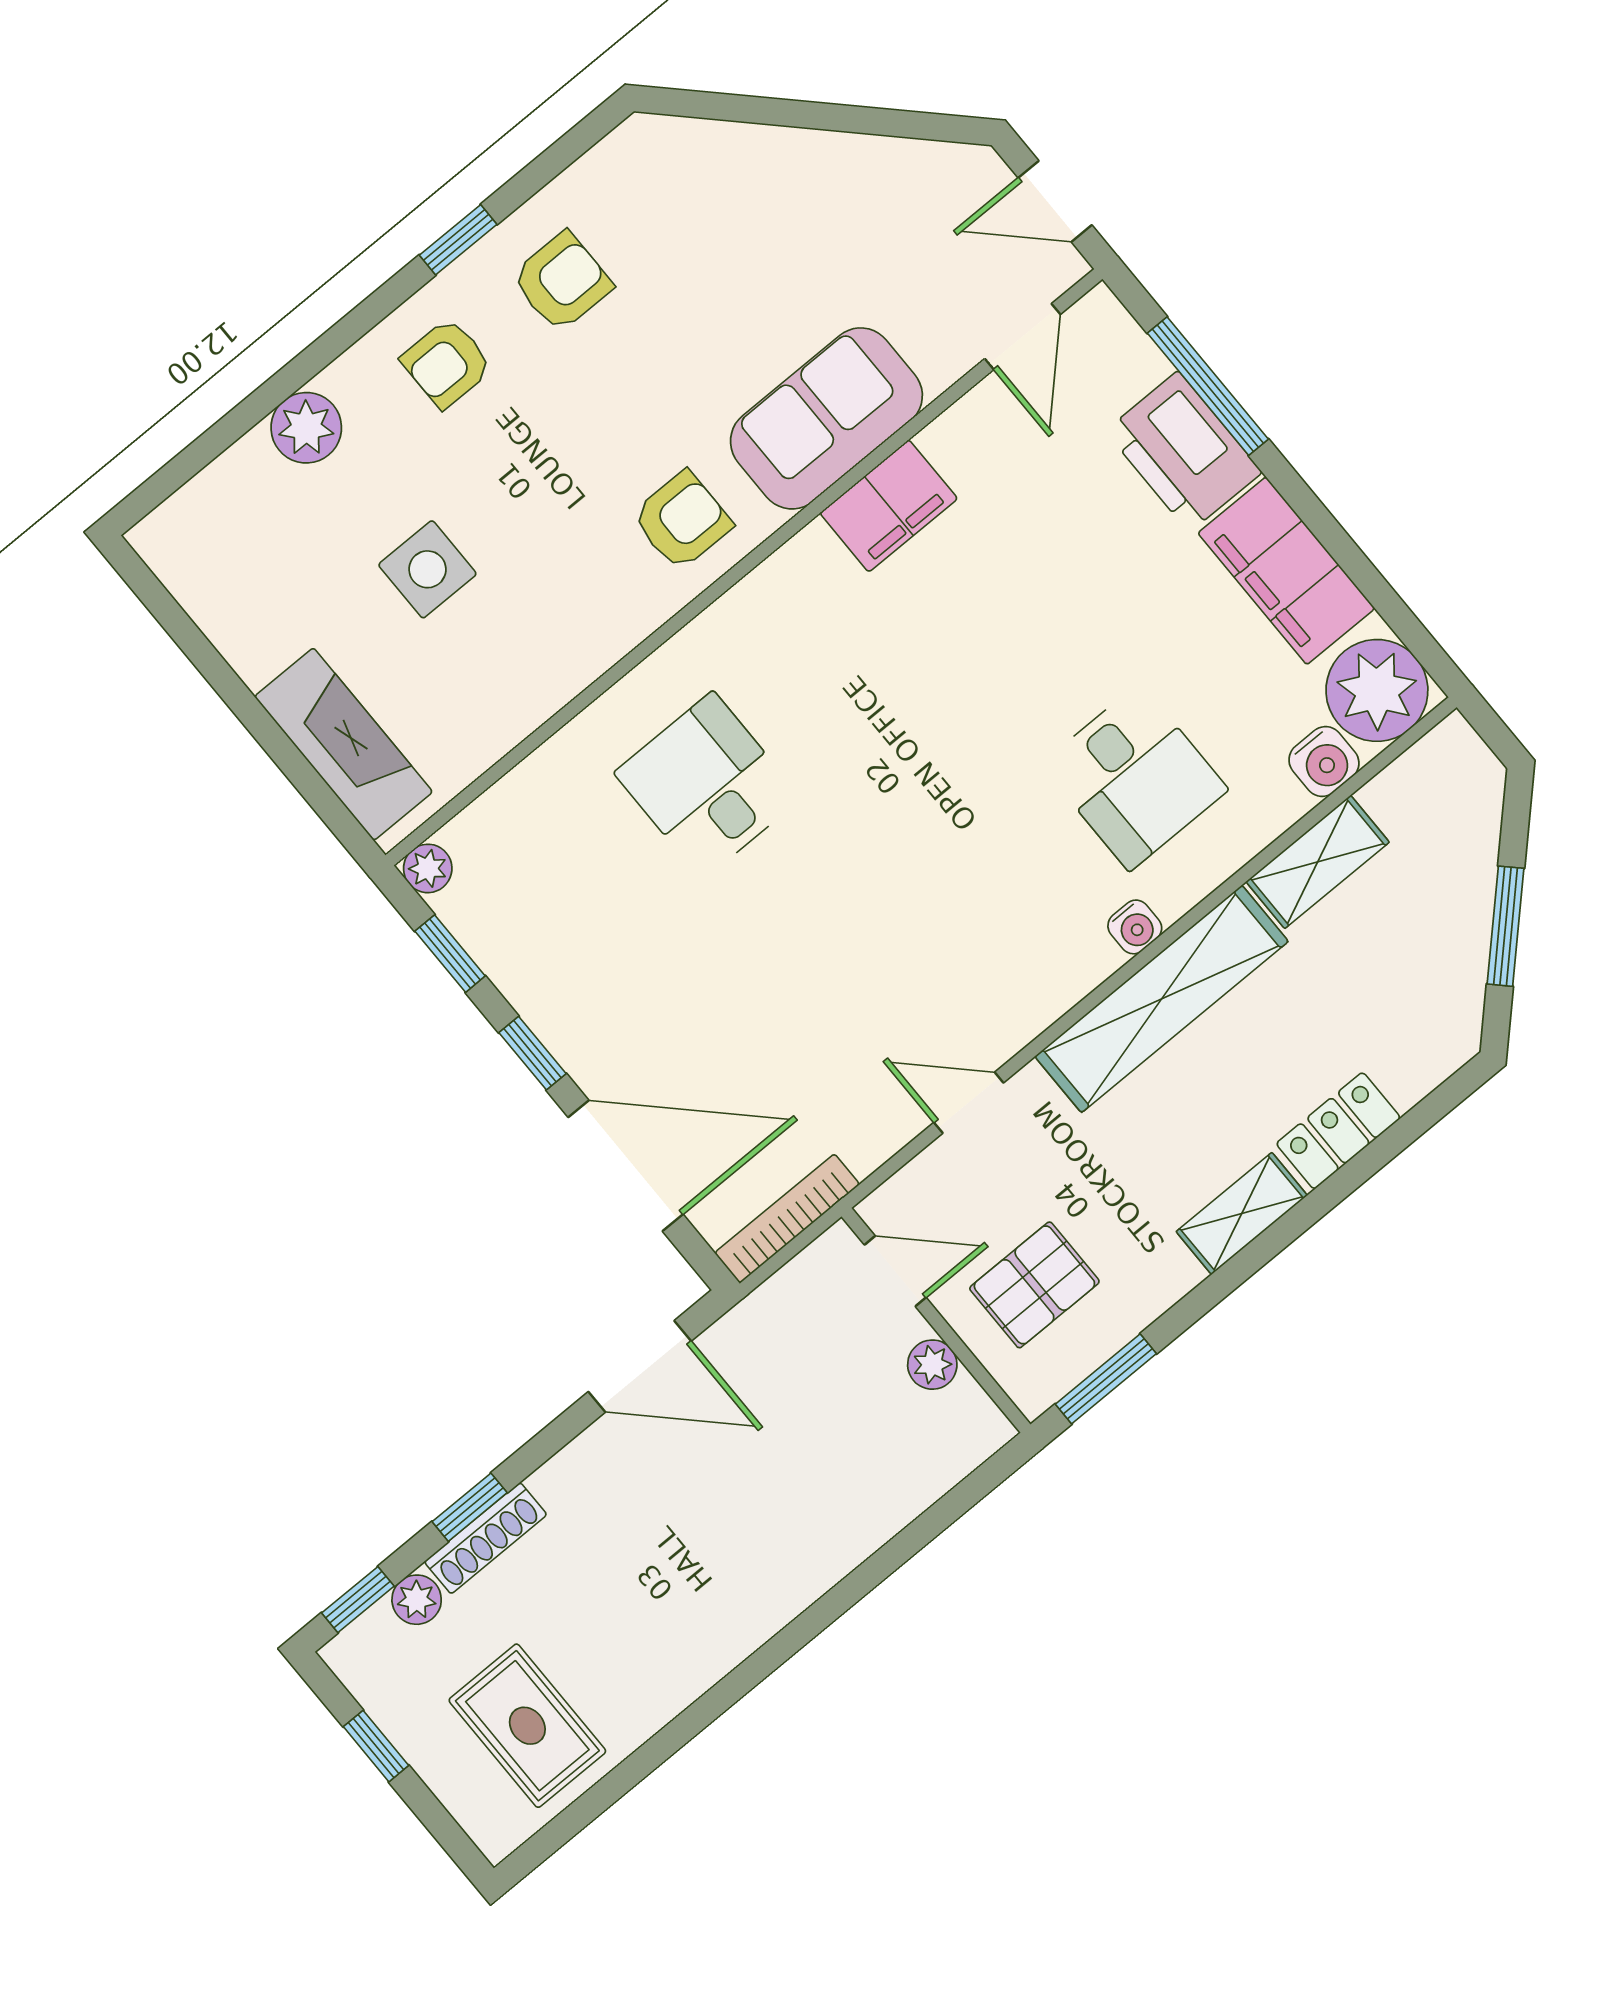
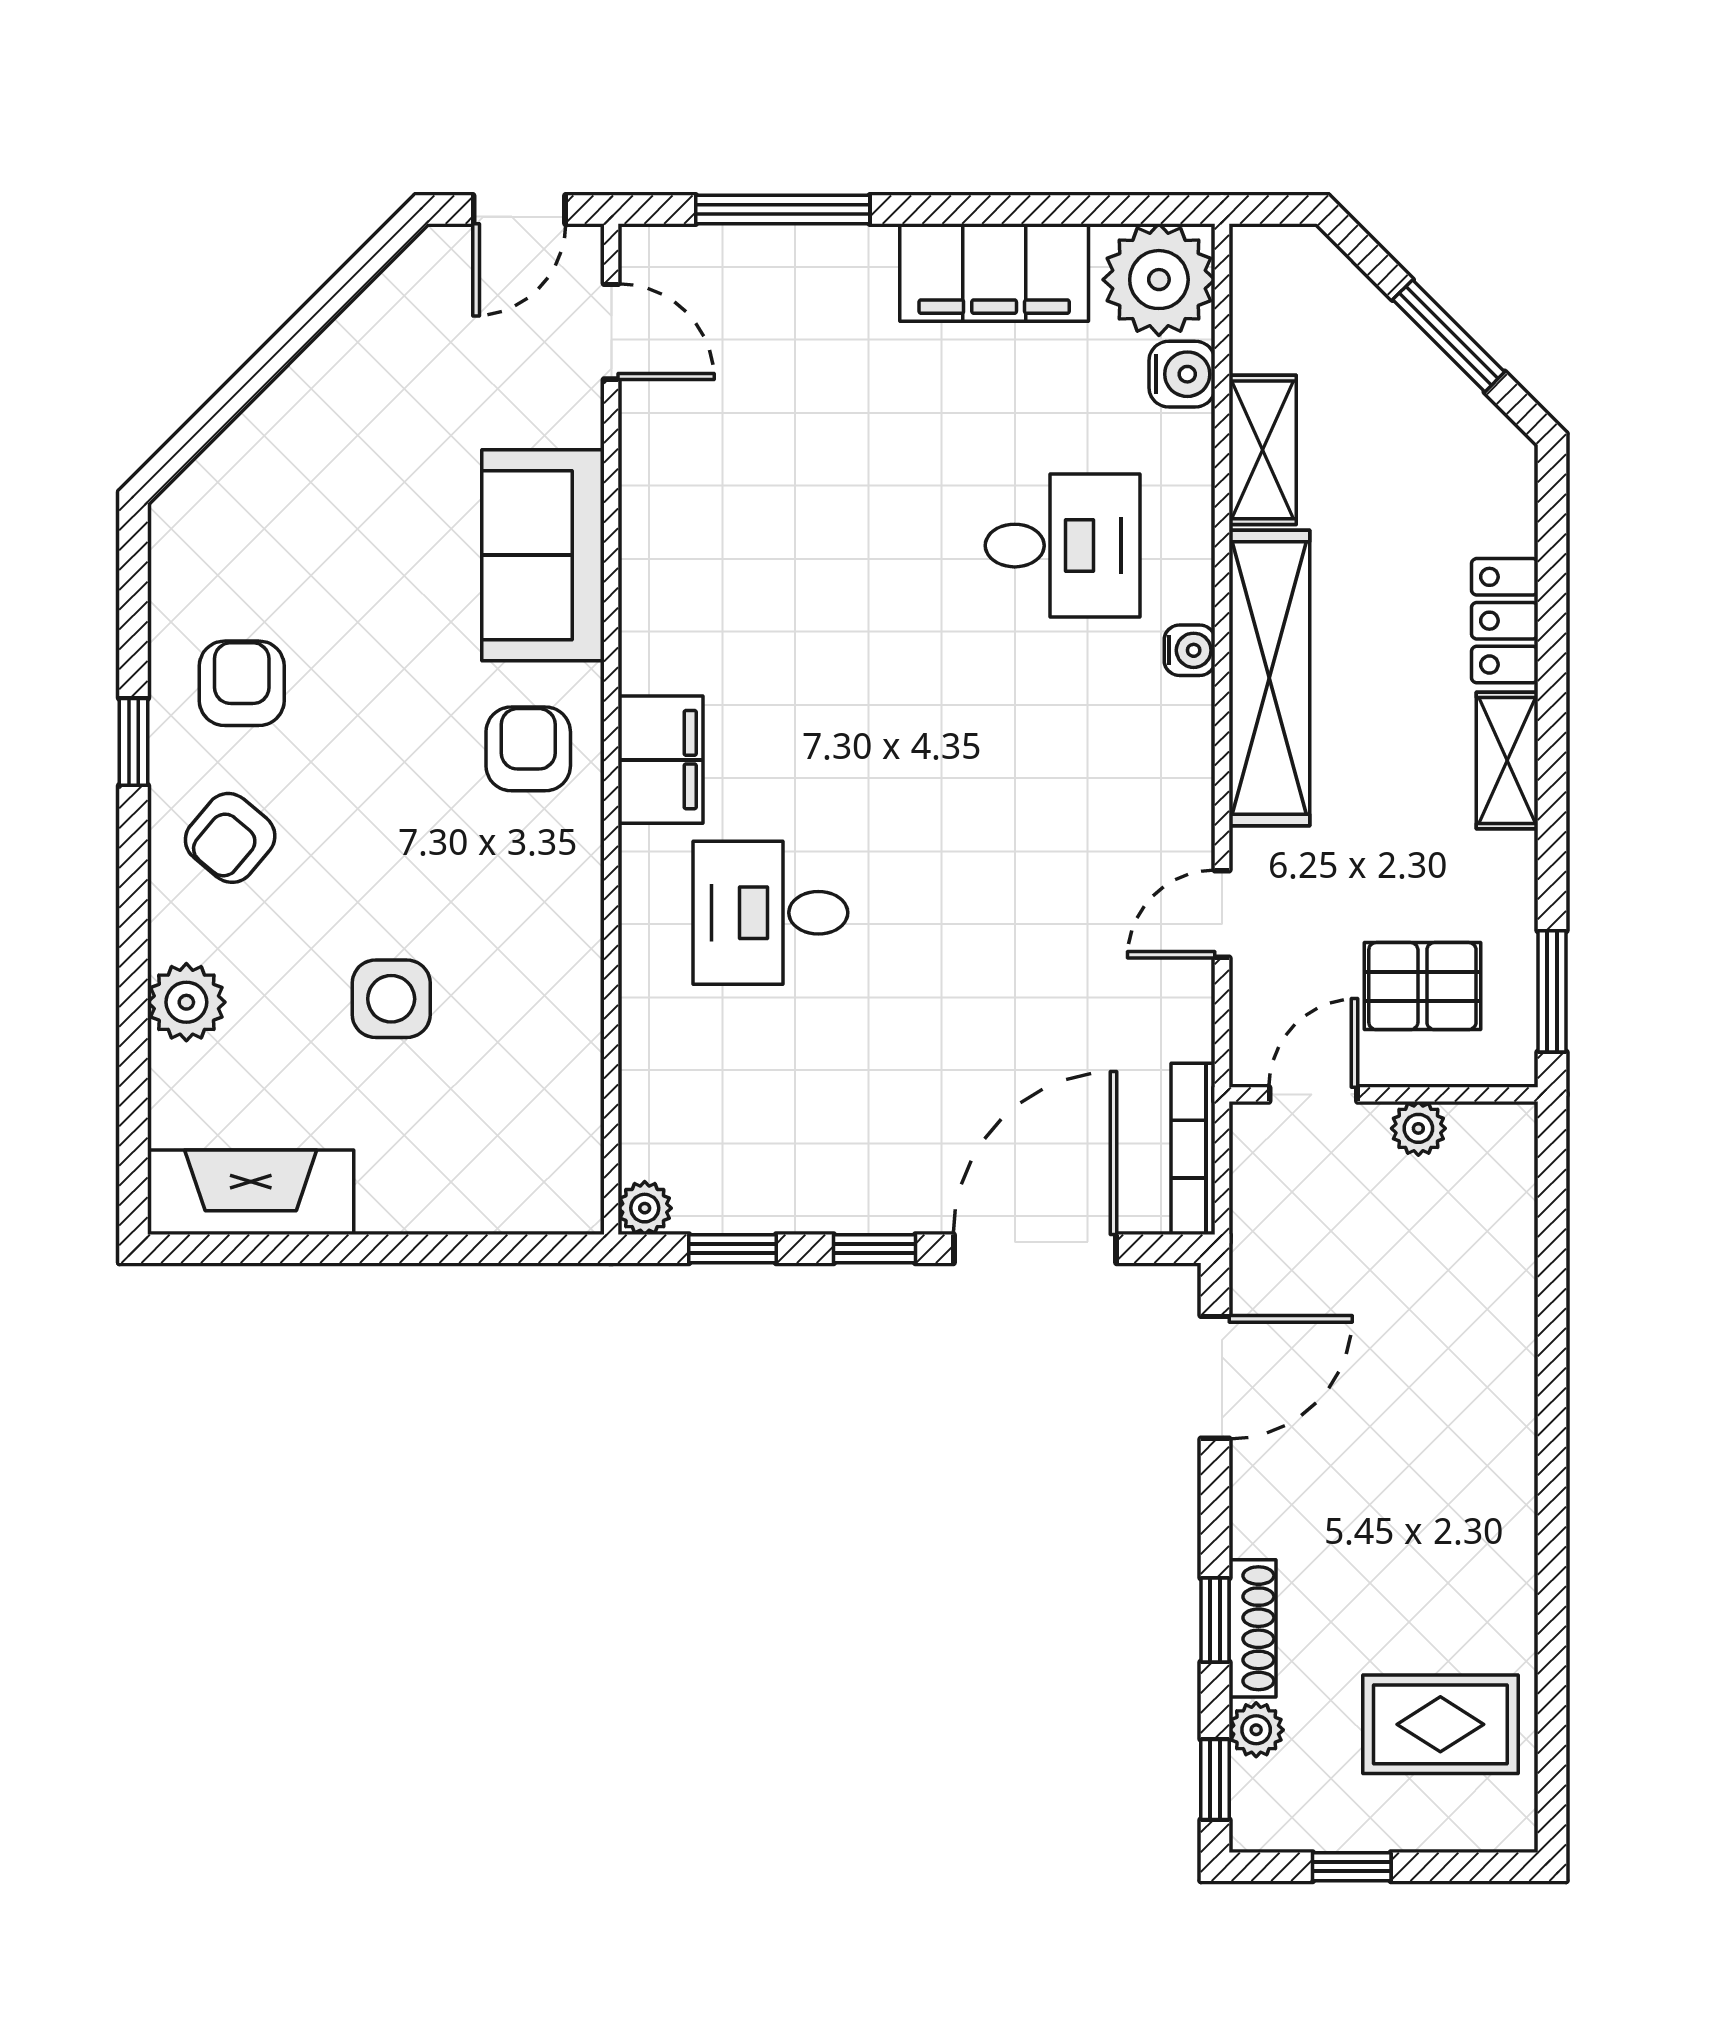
armchair: (447, 363) -> (230, 838), turned 40
printer: (1184, 452) -> (821, 276), removed
filing cabinet: (889, 506) -> (661, 760), moved
fireplace: (344, 744) -> (251, 1192), moved
pallet: (1034, 1285) -> (1422, 986), turned 90

